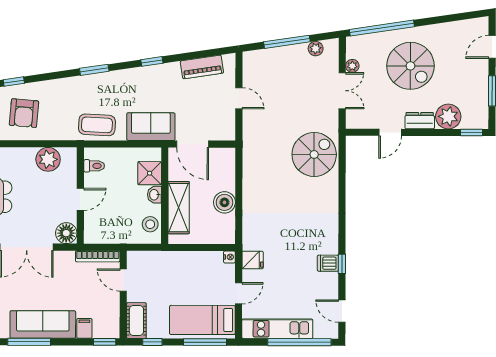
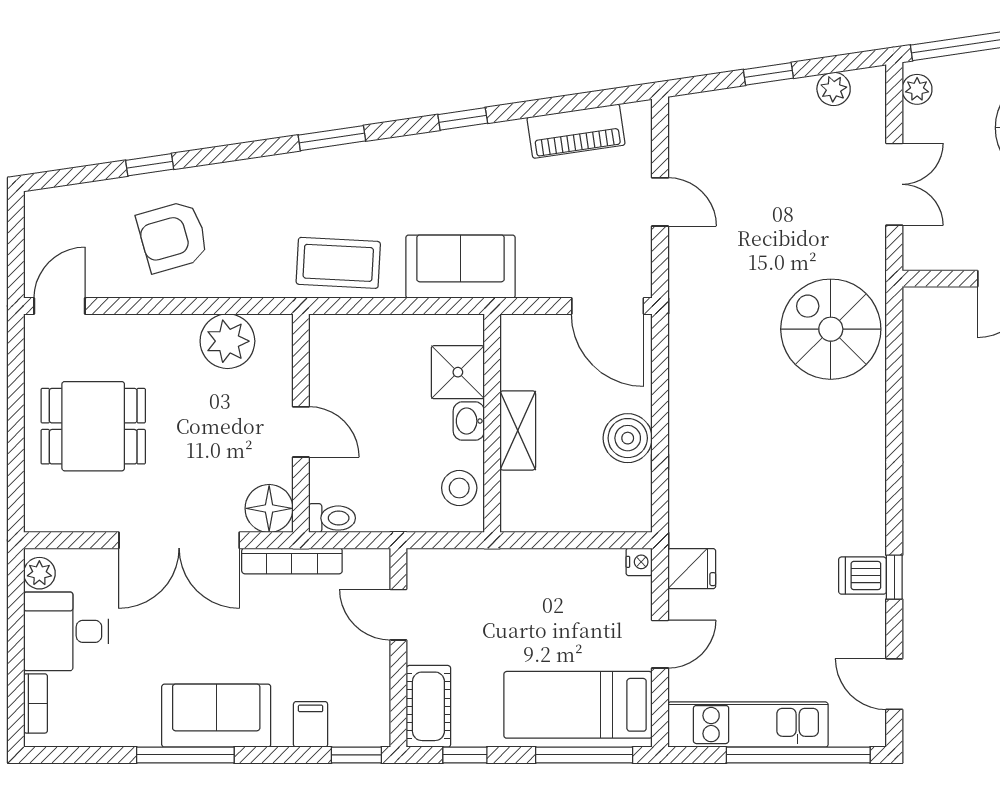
window: (287, 42) -> (768, 74), width x0.46
plant: (352, 66) -> (917, 89), moved
armchair: (24, 113) -> (173, 237), turned 69
door: (193, 144) -> (608, 306), moved
spiral stairs: (314, 154) -> (831, 329), turned -90
toilet: (94, 166) -> (332, 518), moved
door: (80, 199) -> (301, 432), hinge flipped
shelving: (179, 208) -> (518, 430), width x0.67, depth x0.75
bookcase: (98, 256) -> (292, 561), moved
sofa: (43, 324) -> (216, 716), width x0.73

